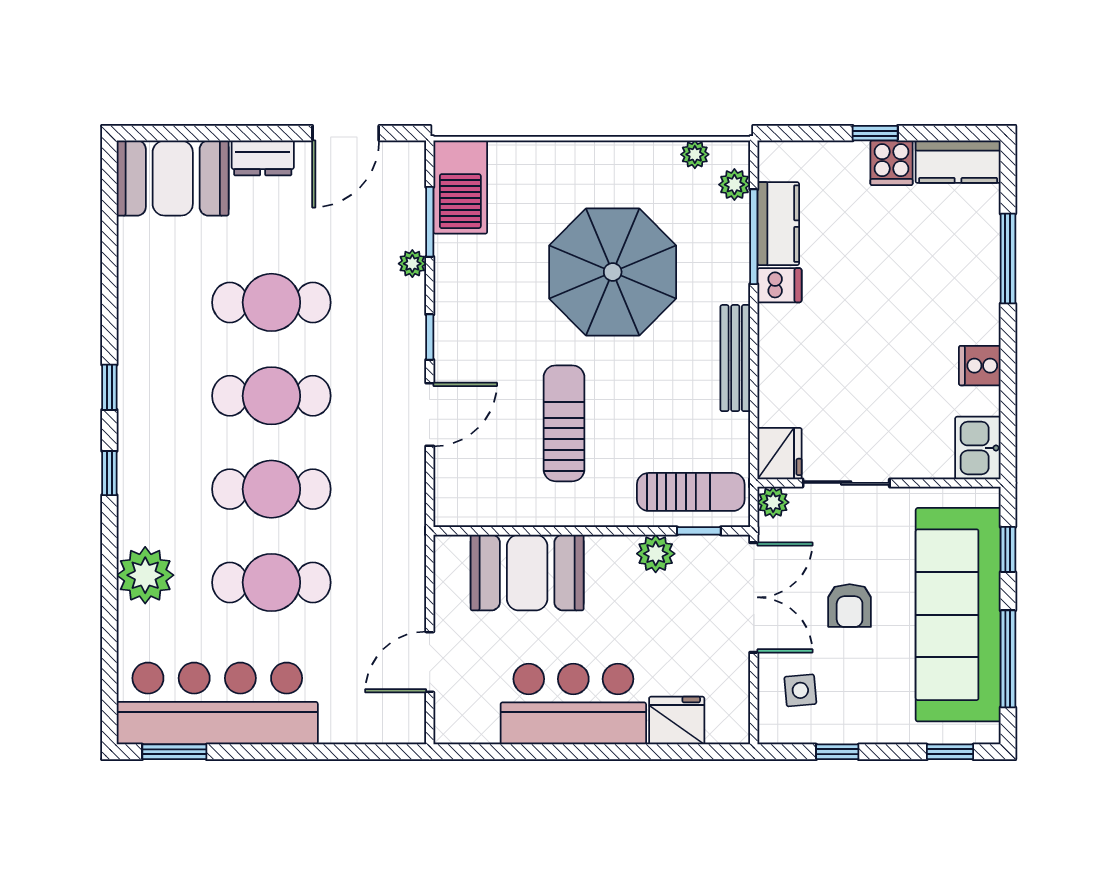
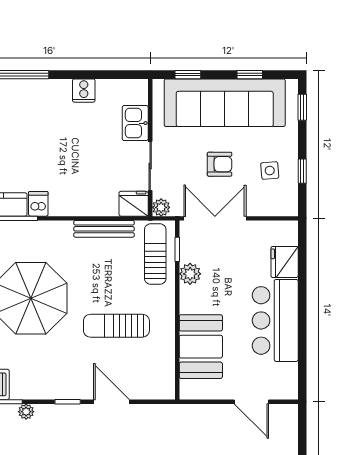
bench: (735, 358) -> (104, 229), moved
kitchen sink: (978, 448) -> (135, 123), moved, turned 90
window: (1008, 659) -> (250, 75), width x0.46
side table: (800, 690) -> (270, 171), moved

